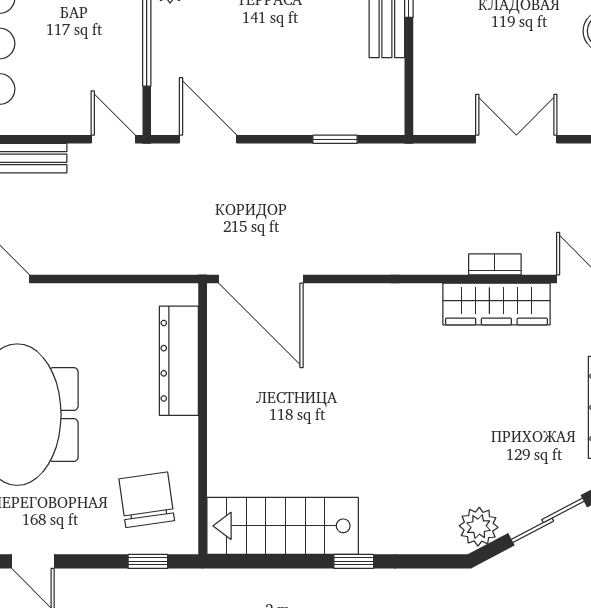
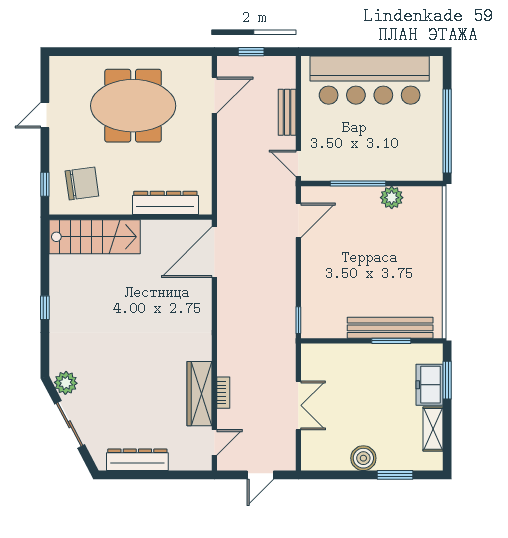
door: (113, 139) -> (298, 163), swing flipped
window: (335, 139) -> (298, 320), moved
stairs: (283, 526) -> (95, 237), moved, turned 90

